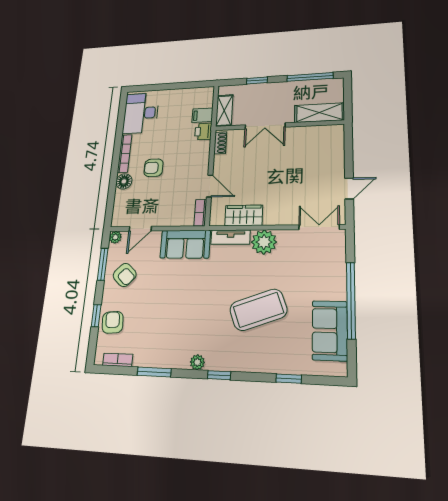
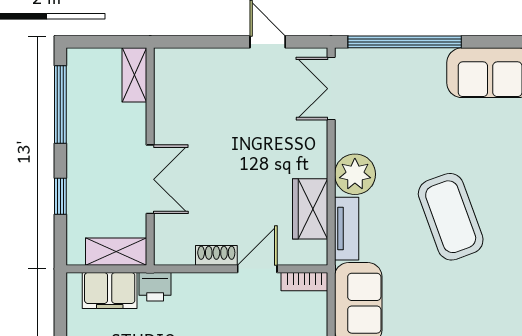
shelving: (319, 113) -> (134, 75), width x0.67, depth x0.75
filing cabinet: (202, 115) -> (110, 290), width x2.00
shoe rack: (220, 143) -> (216, 255), moved
window: (351, 300) -> (405, 42), moved
coffee table: (258, 310) -> (451, 217), moved

